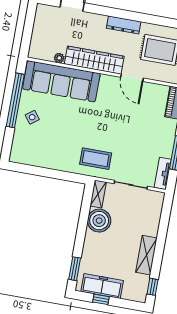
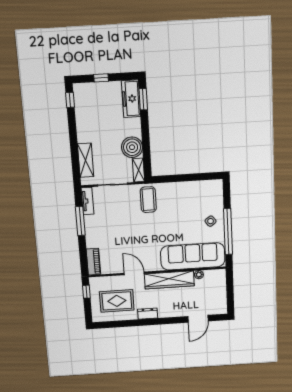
dresser: (124, 25) -> (148, 314), width x0.70
coffee table: (96, 159) -> (148, 200), turned 90
shelving: (146, 255) -> (86, 160), moved
freezer: (102, 286) -> (131, 99), moved, turned 90
window: (101, 299) -> (101, 78), moved

